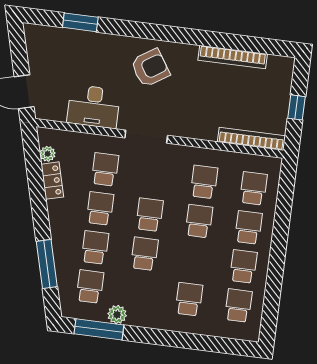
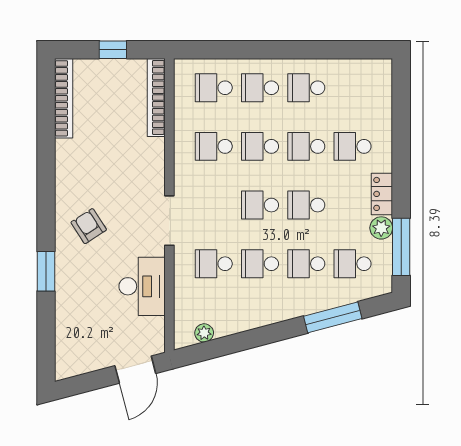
window: (80, 22) -> (46, 271), moved
bookcase: (233, 57) -> (64, 98), moved
armchair: (150, 68) -> (89, 226), width x0.72, depth x0.72
locker: (52, 181) -> (382, 194), moved, turned -75
school desk: (238, 306) -> (306, 146), moved

